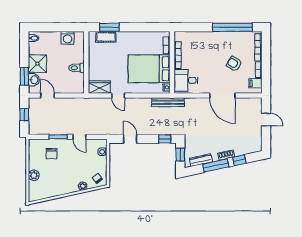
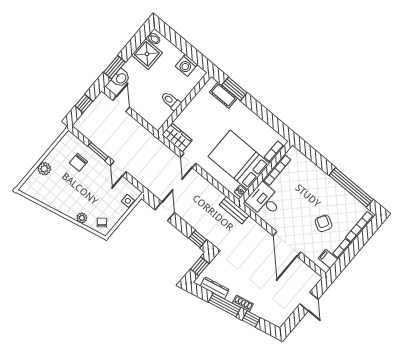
shower: (37, 64) -> (147, 54), moved
bench: (168, 102) -> (234, 210), width x0.73

